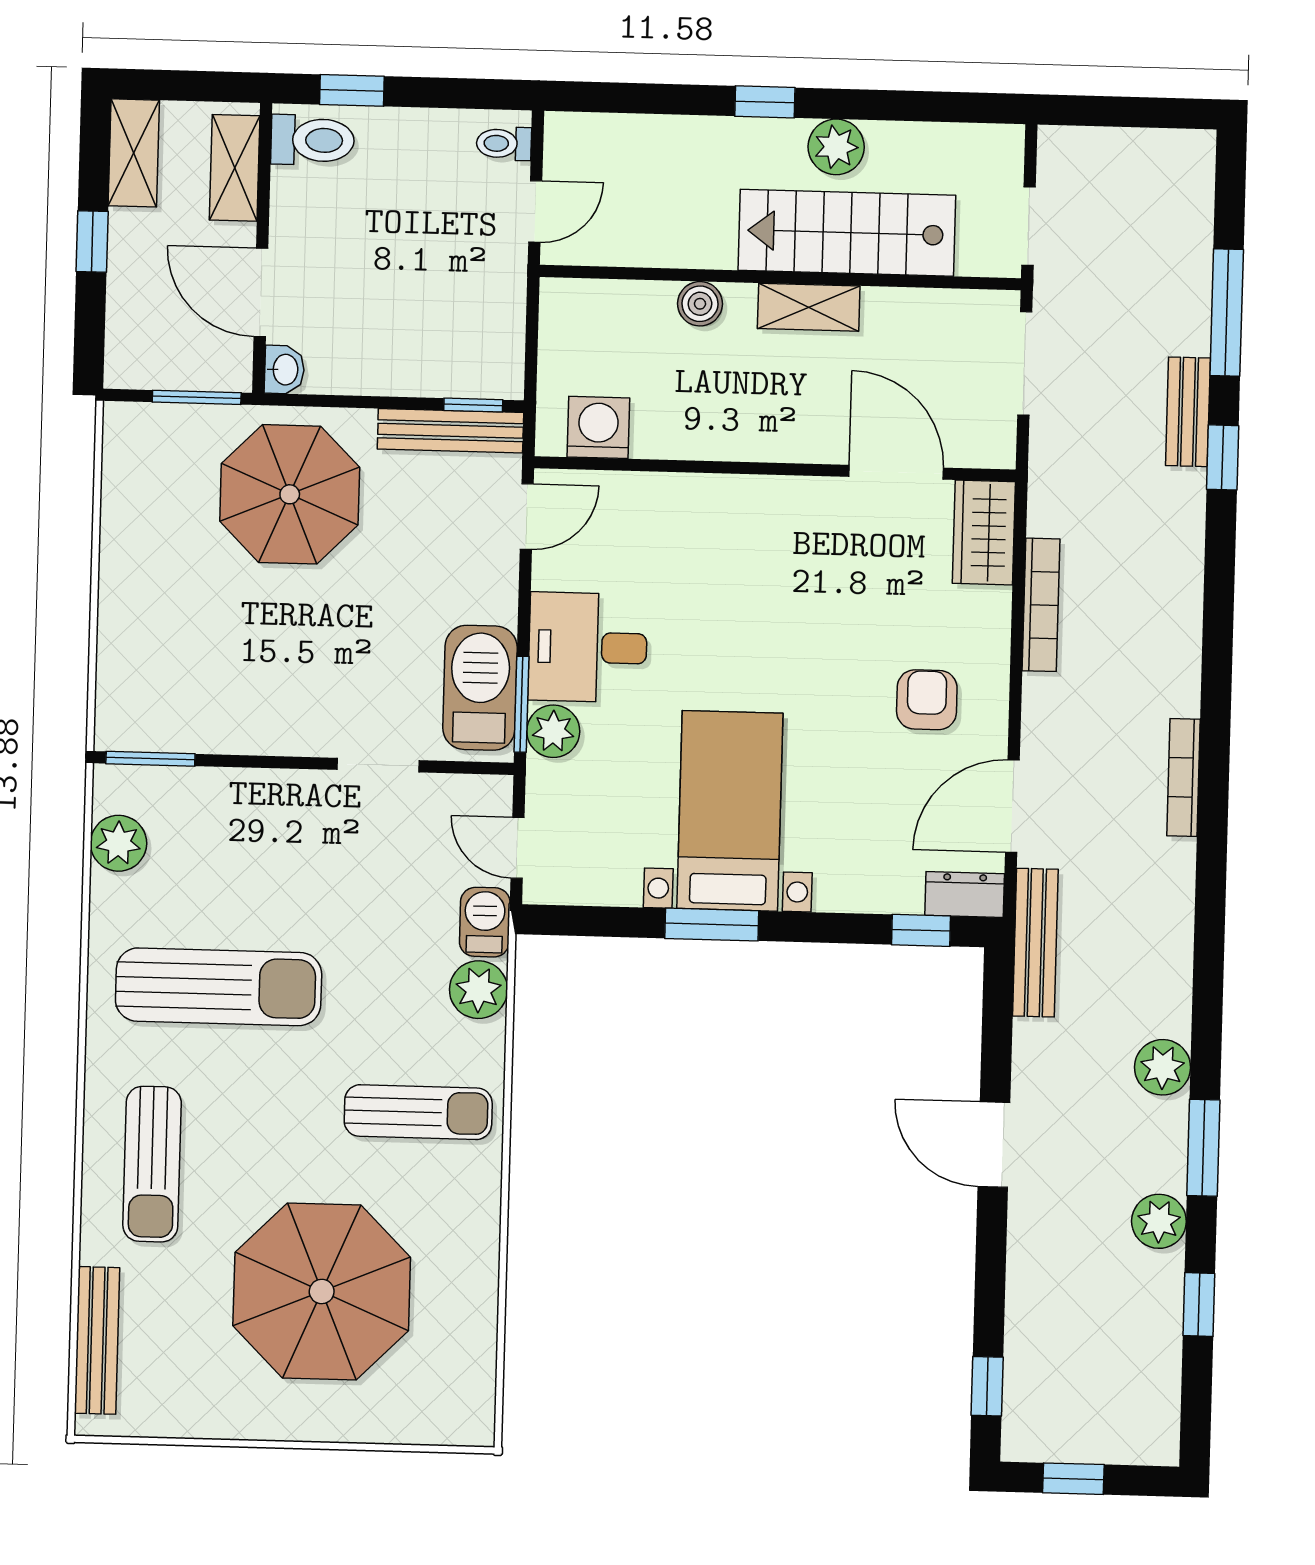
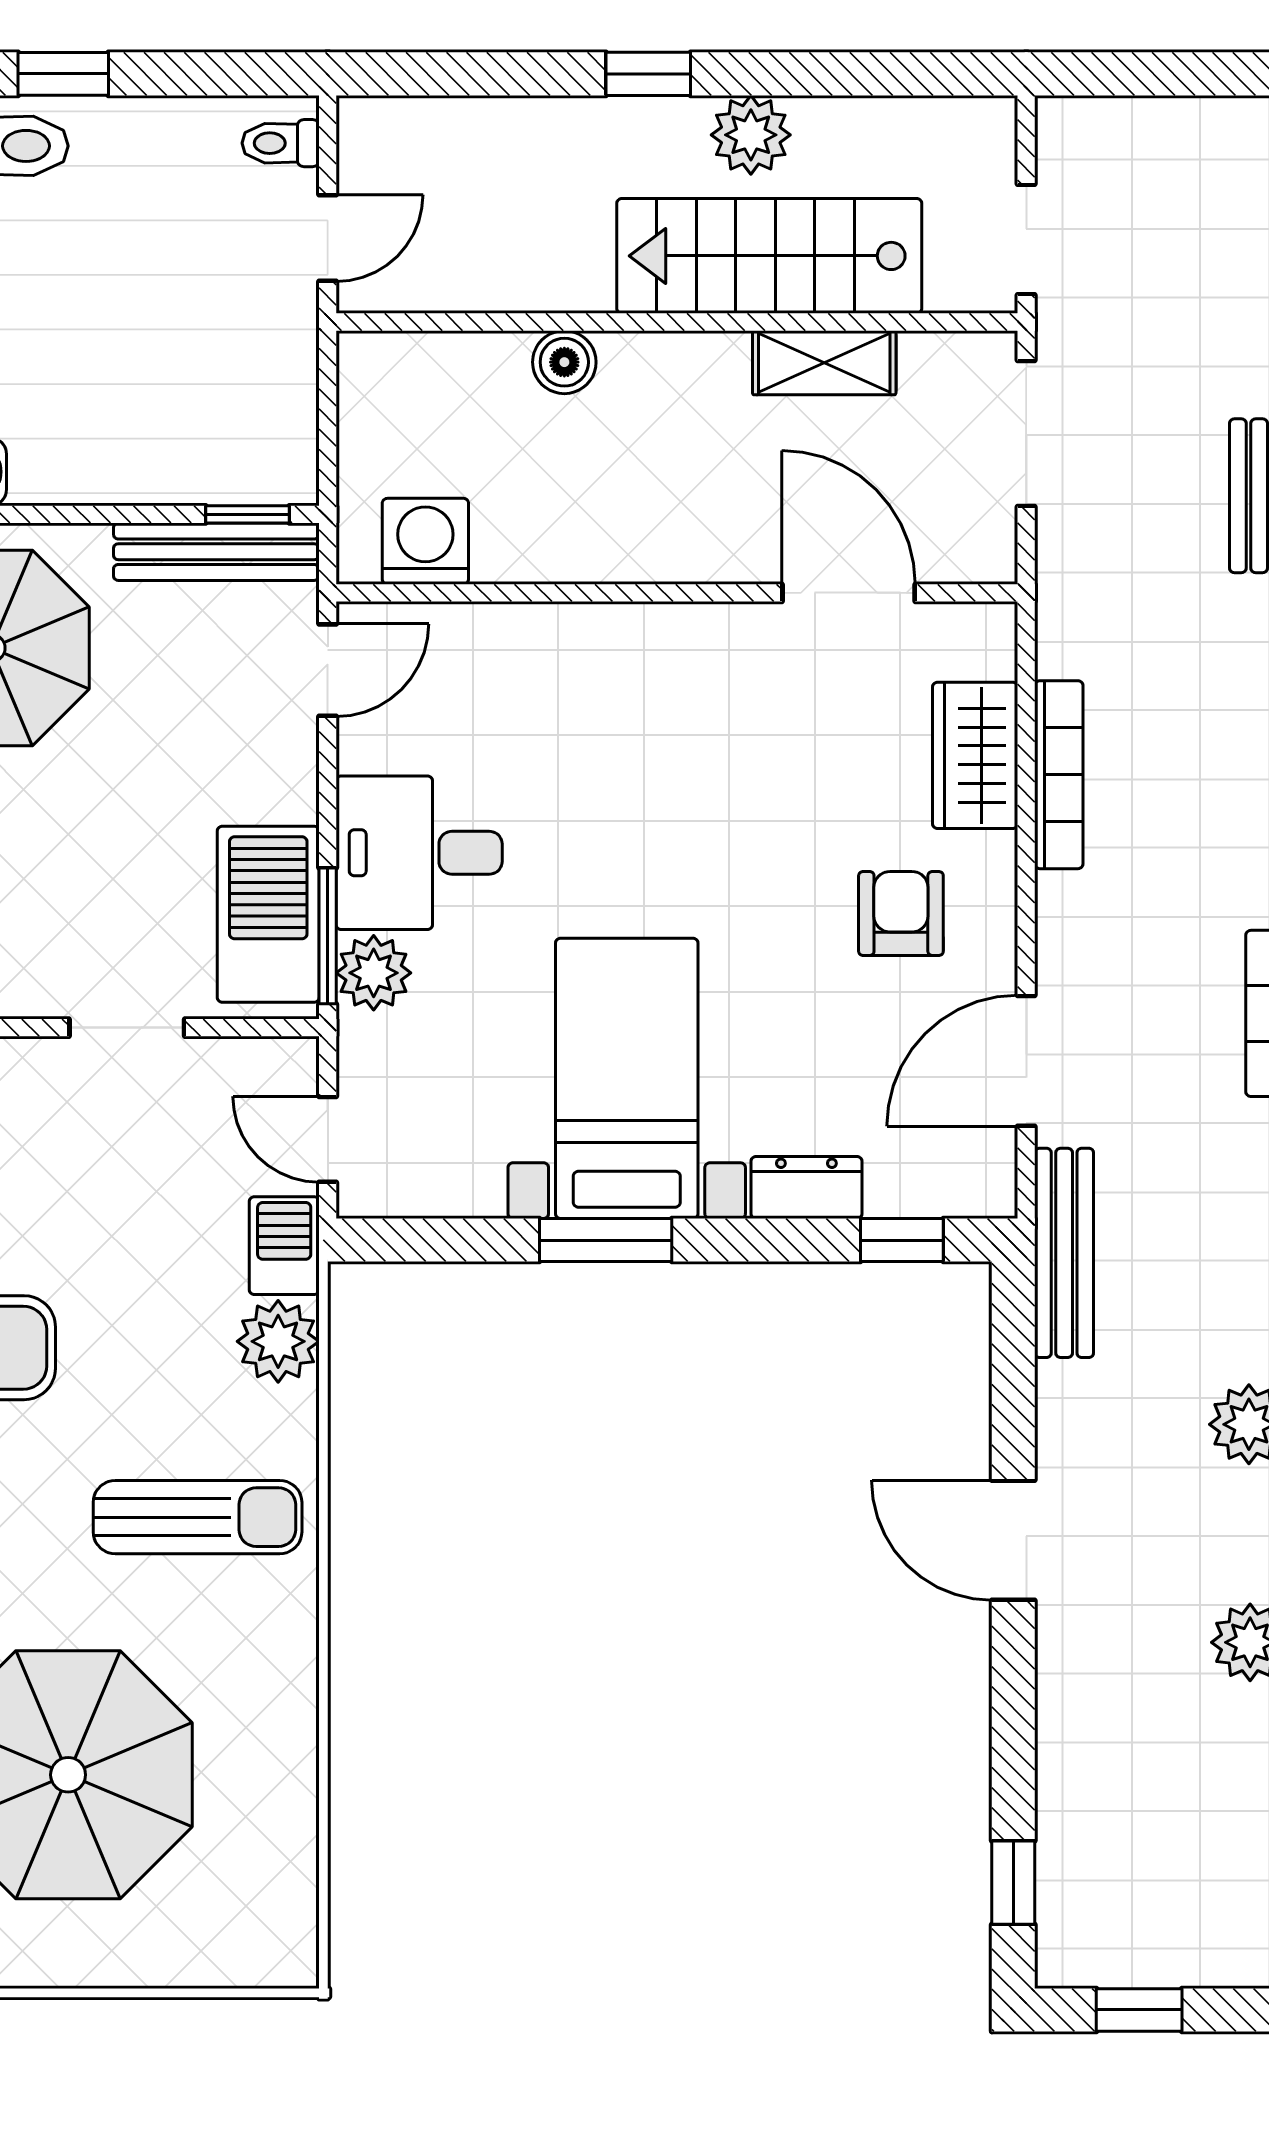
shelving: (809, 307) -> (824, 363), moved
wardrobe: (984, 533) -> (975, 755), moved
dresser: (965, 894) -> (806, 1188), moved

